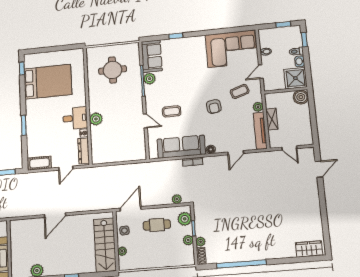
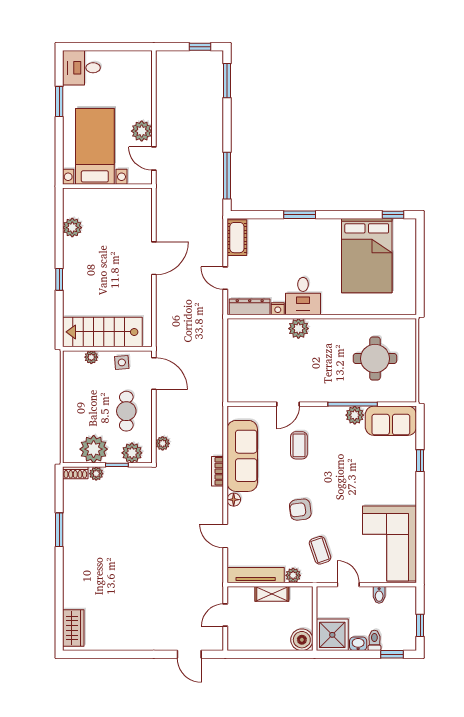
door: (55, 215) -> (154, 258), swing flipped
plant: (188, 240) -> (94, 449), width x1.87, depth x1.87
window: (241, 264) -> (59, 530), width x0.47

